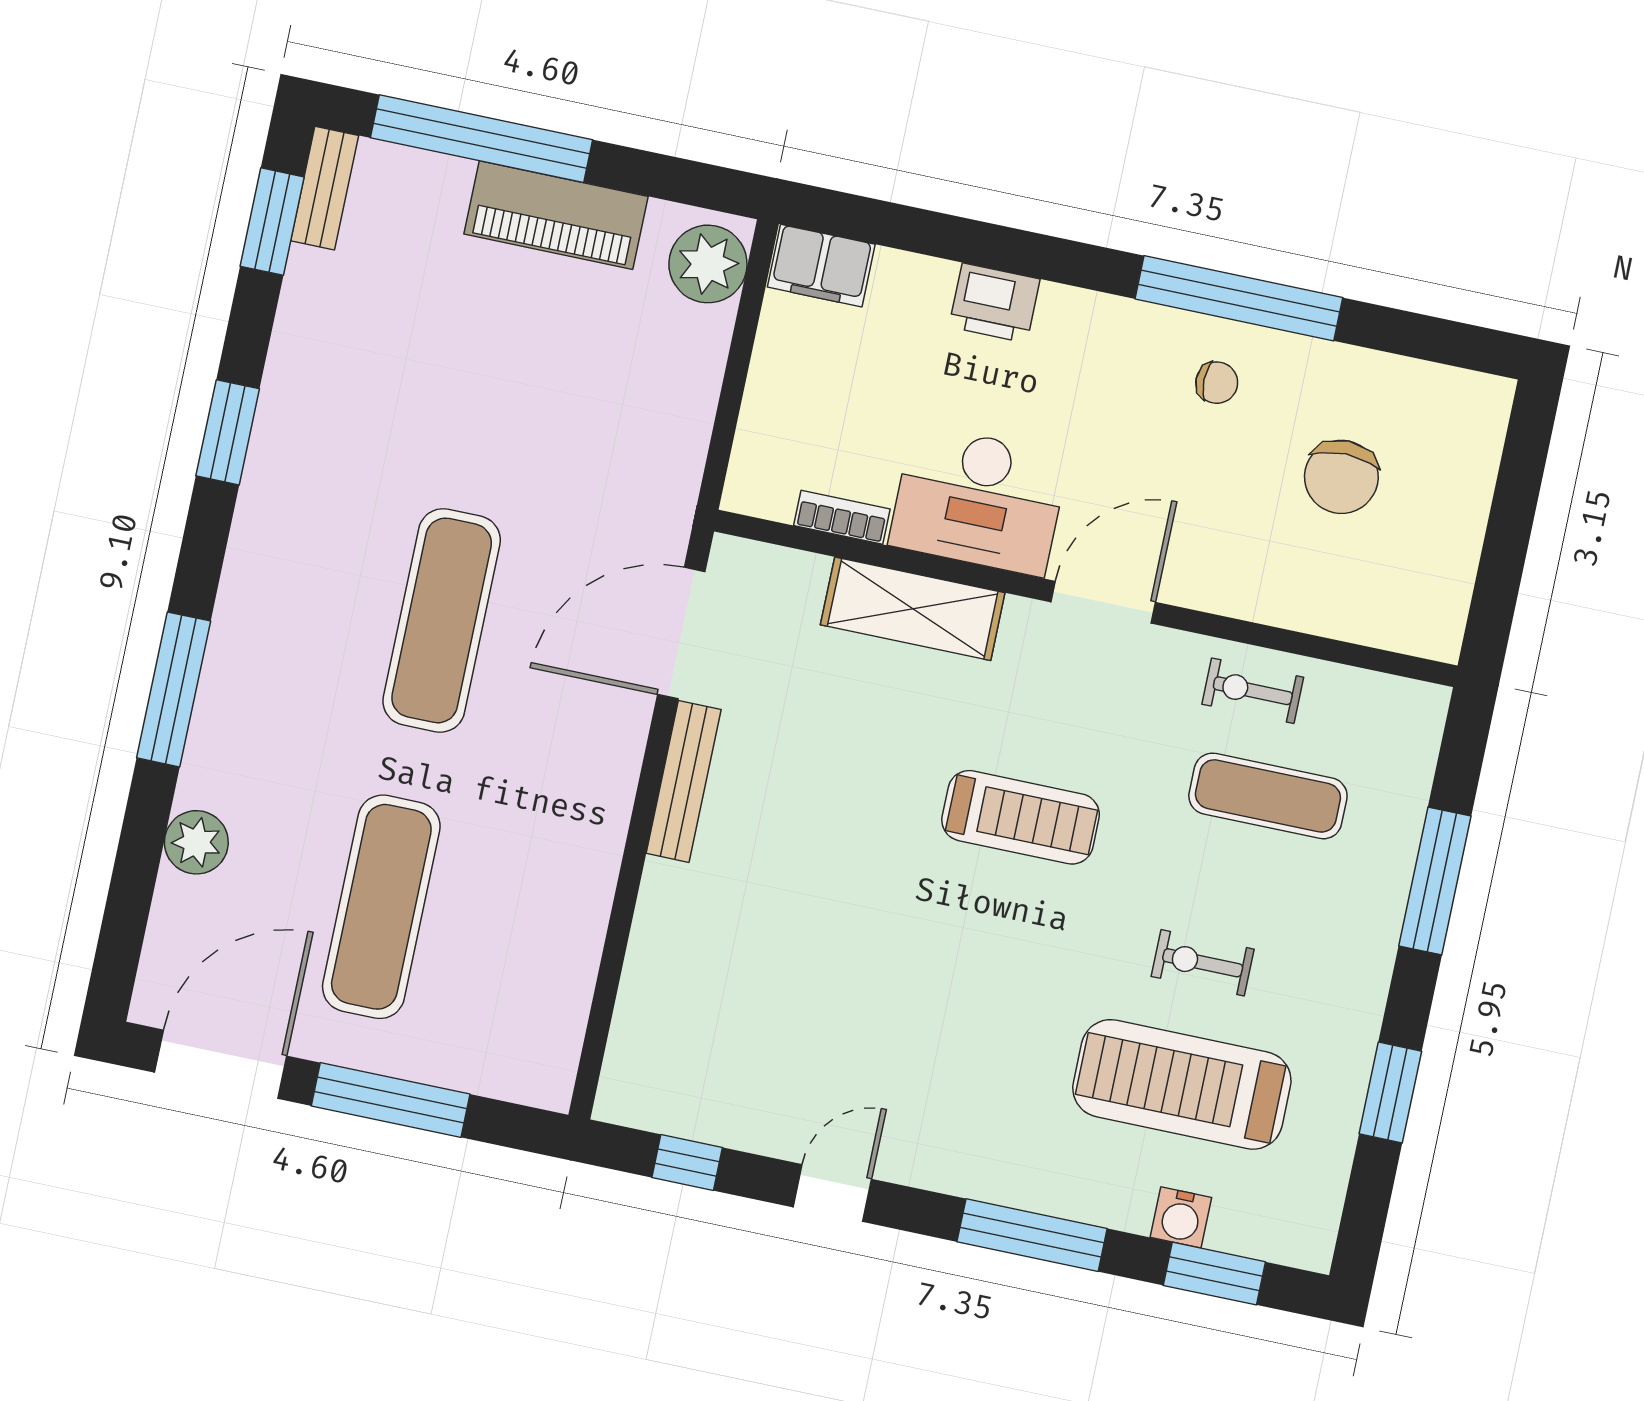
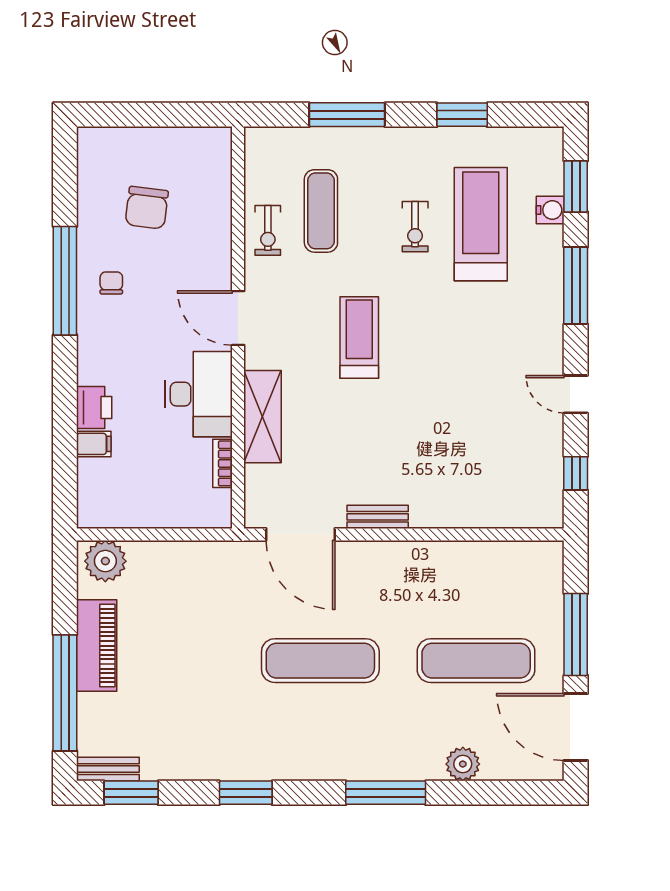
filing cabinet: (821, 266) -> (94, 444), moved, width x0.50
chair: (1341, 477) -> (147, 208), turned 97
bench: (684, 781) -> (378, 517), width x0.73
treadmill: (1182, 1084) -> (481, 224), turned 180

